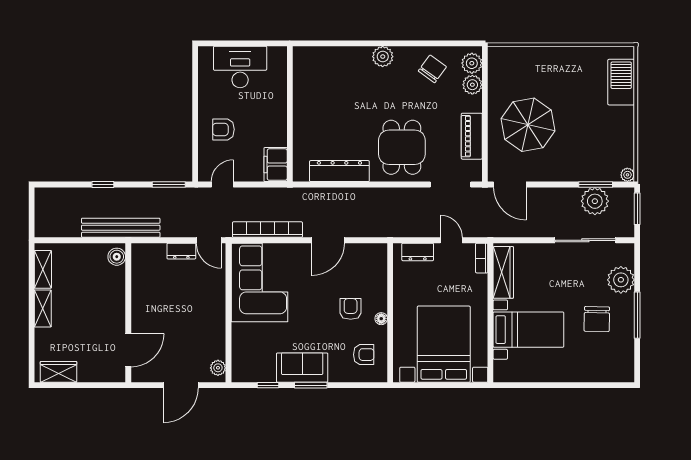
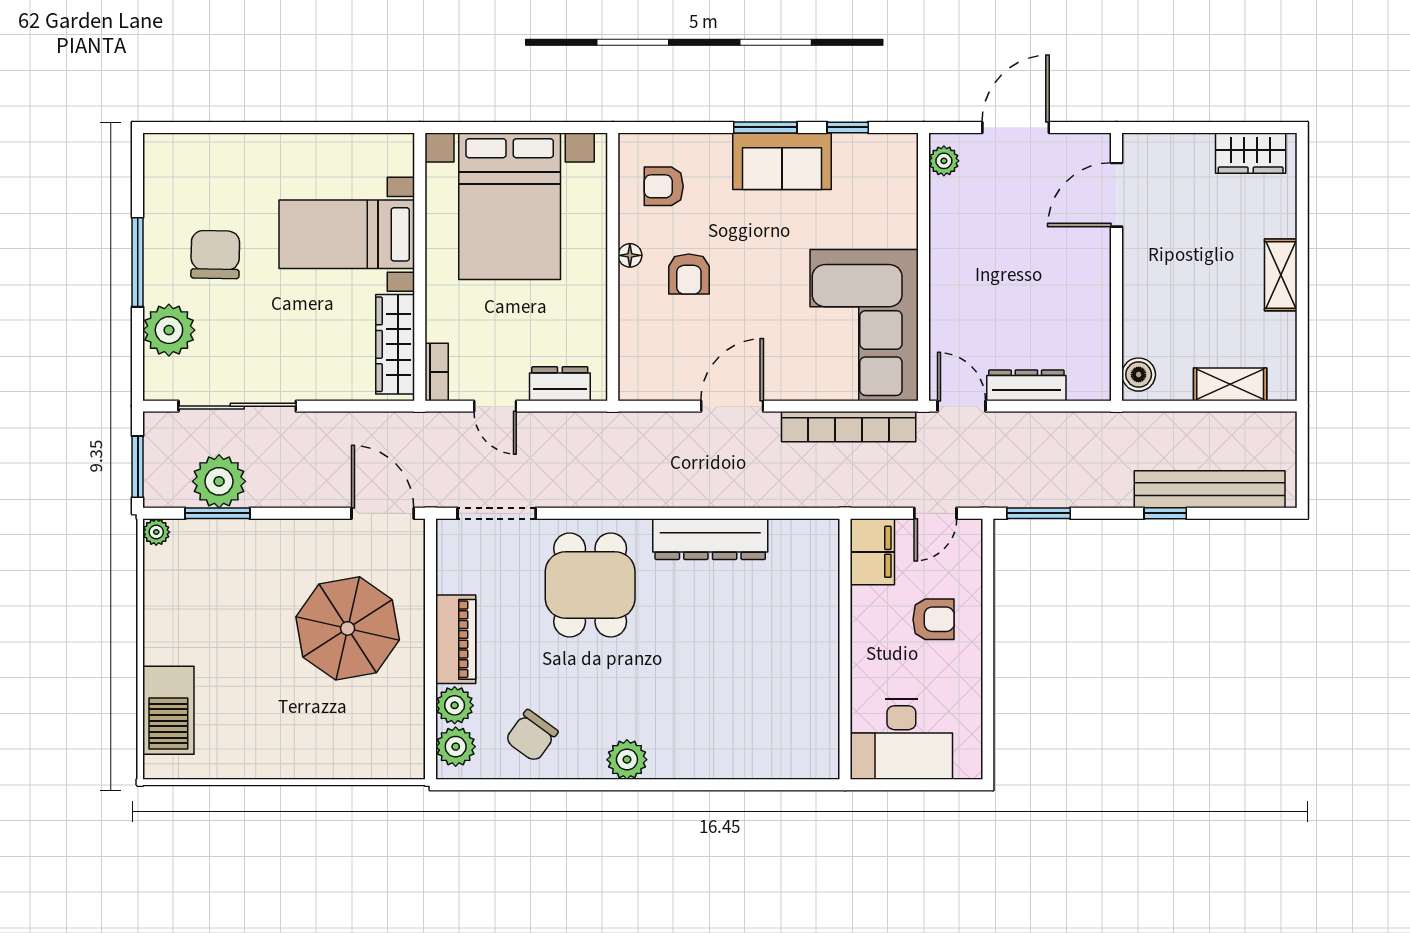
wall: (290, 114) -> (845, 649), moved
piano: (472, 136) -> (456, 639), moved
filing cabinet: (276, 165) -> (872, 552), moved
bench: (121, 228) -> (1210, 489), moved
dresser: (181, 251) -> (1026, 385), width x1.44
shelving: (43, 269) -> (1230, 384), moved, turned 90

